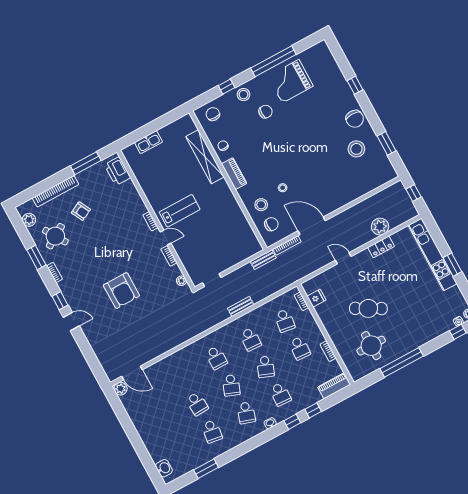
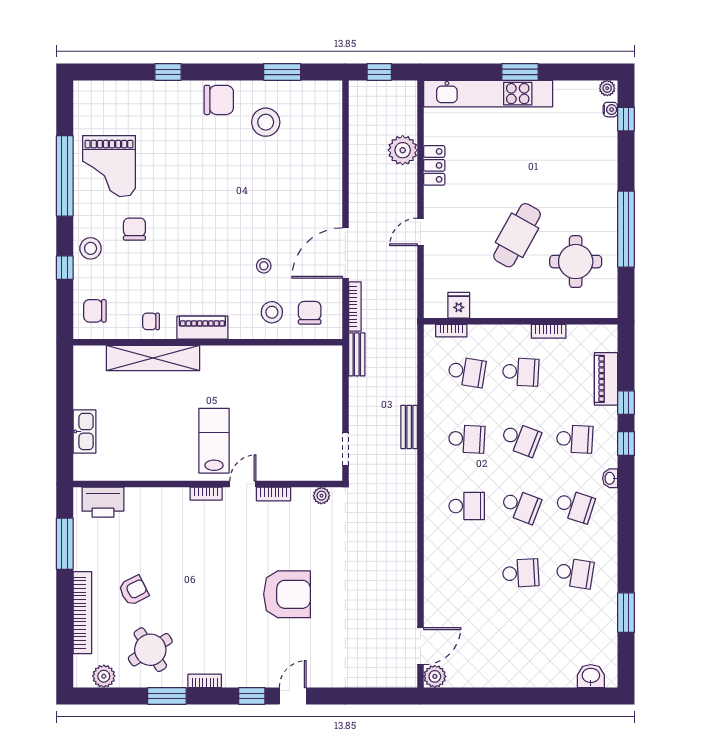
piano: (334, 386) -> (606, 379), moved

